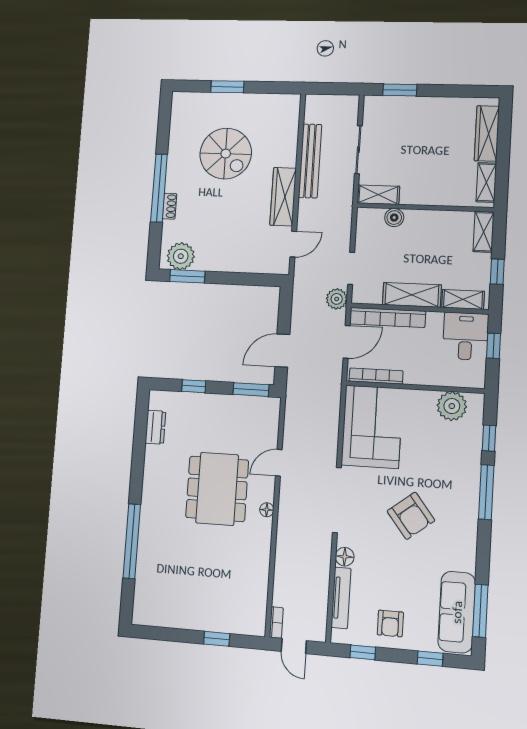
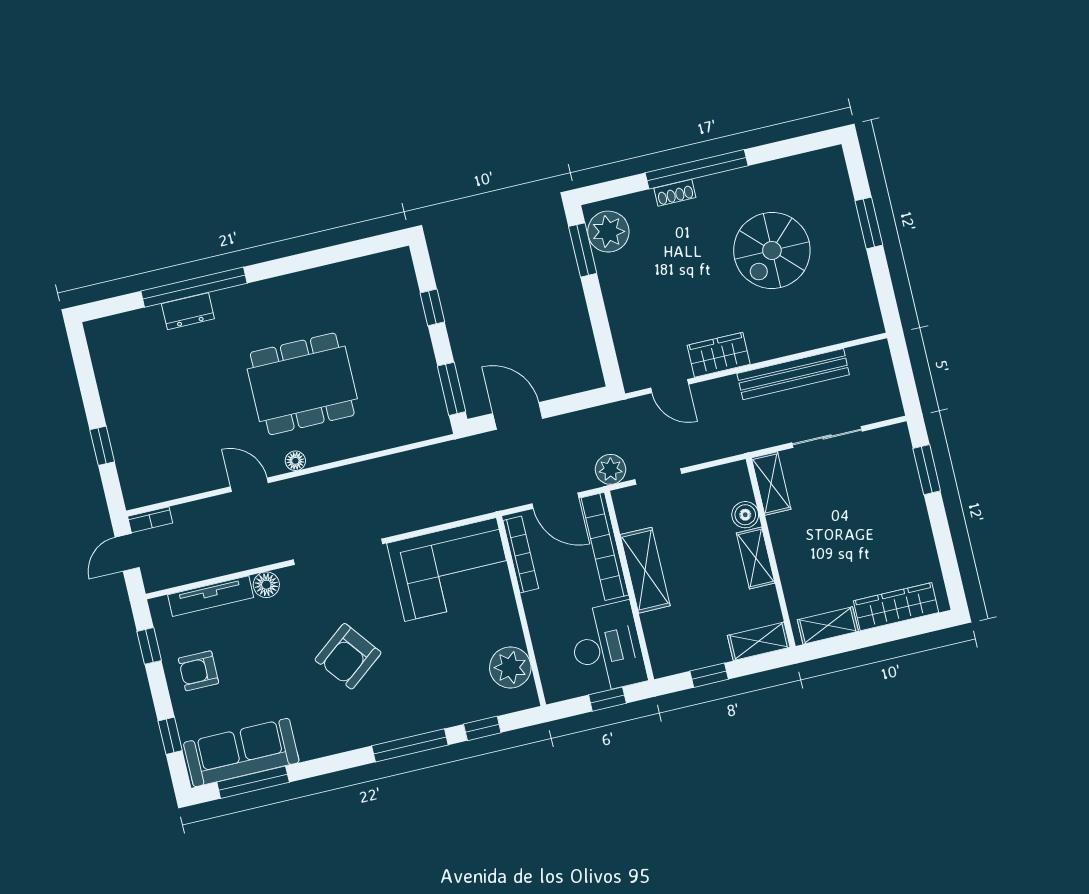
wardrobe: (283, 197) -> (719, 355), width x0.67
shelving: (463, 299) -> (756, 558), moved
desk: (466, 336) -> (607, 647), width x1.37
dresser: (155, 427) -> (188, 311), moved
door: (279, 463) -> (249, 485), moved

